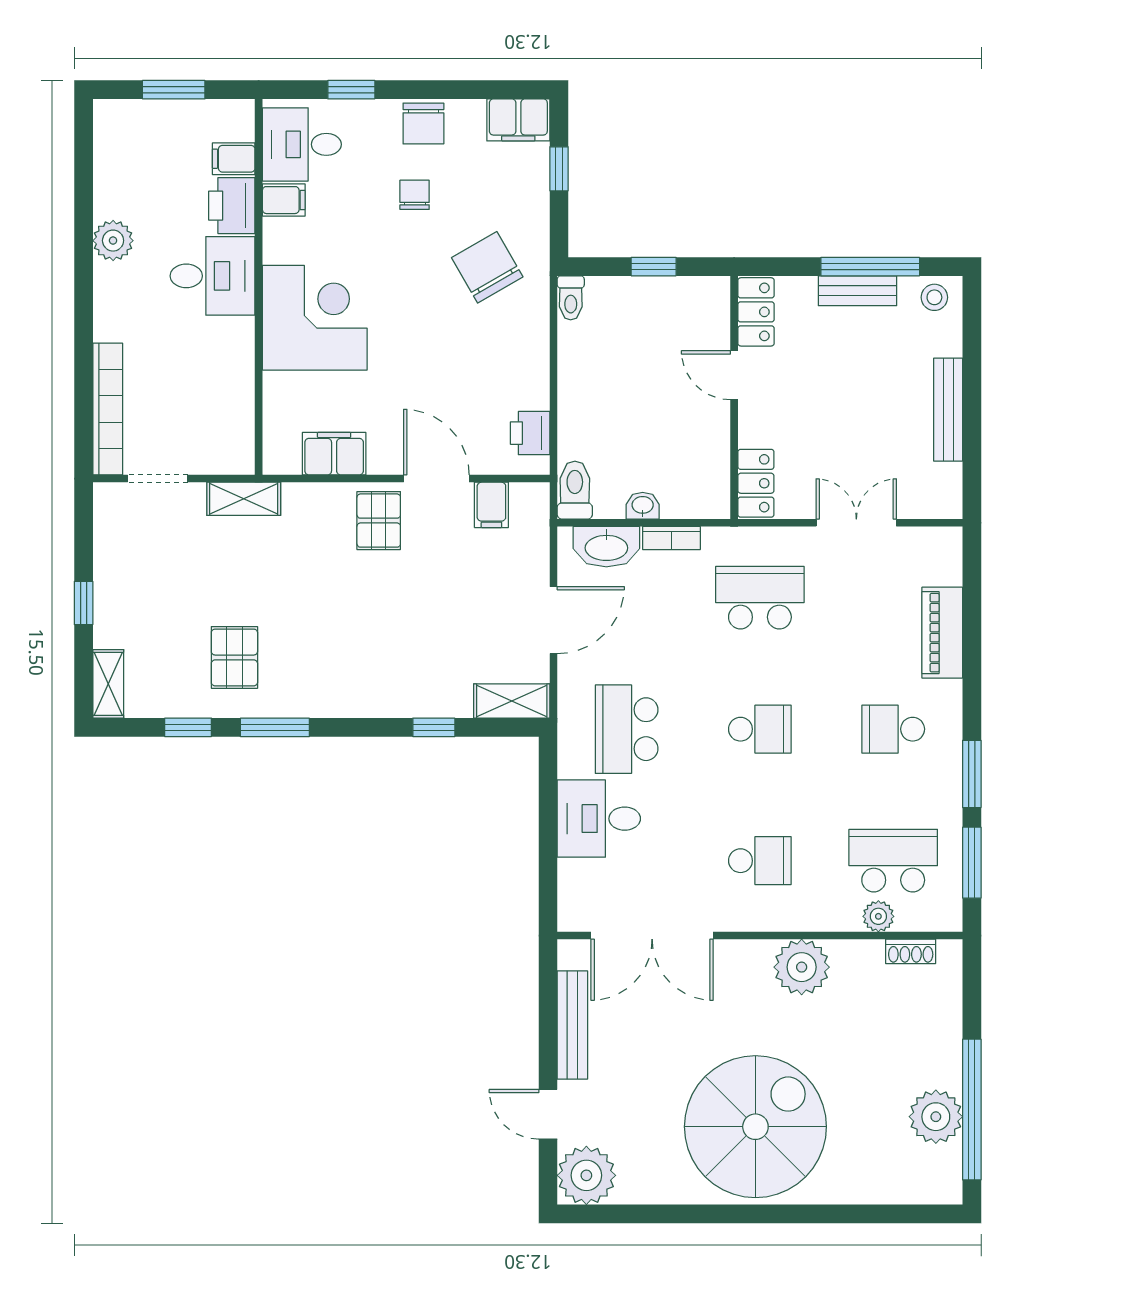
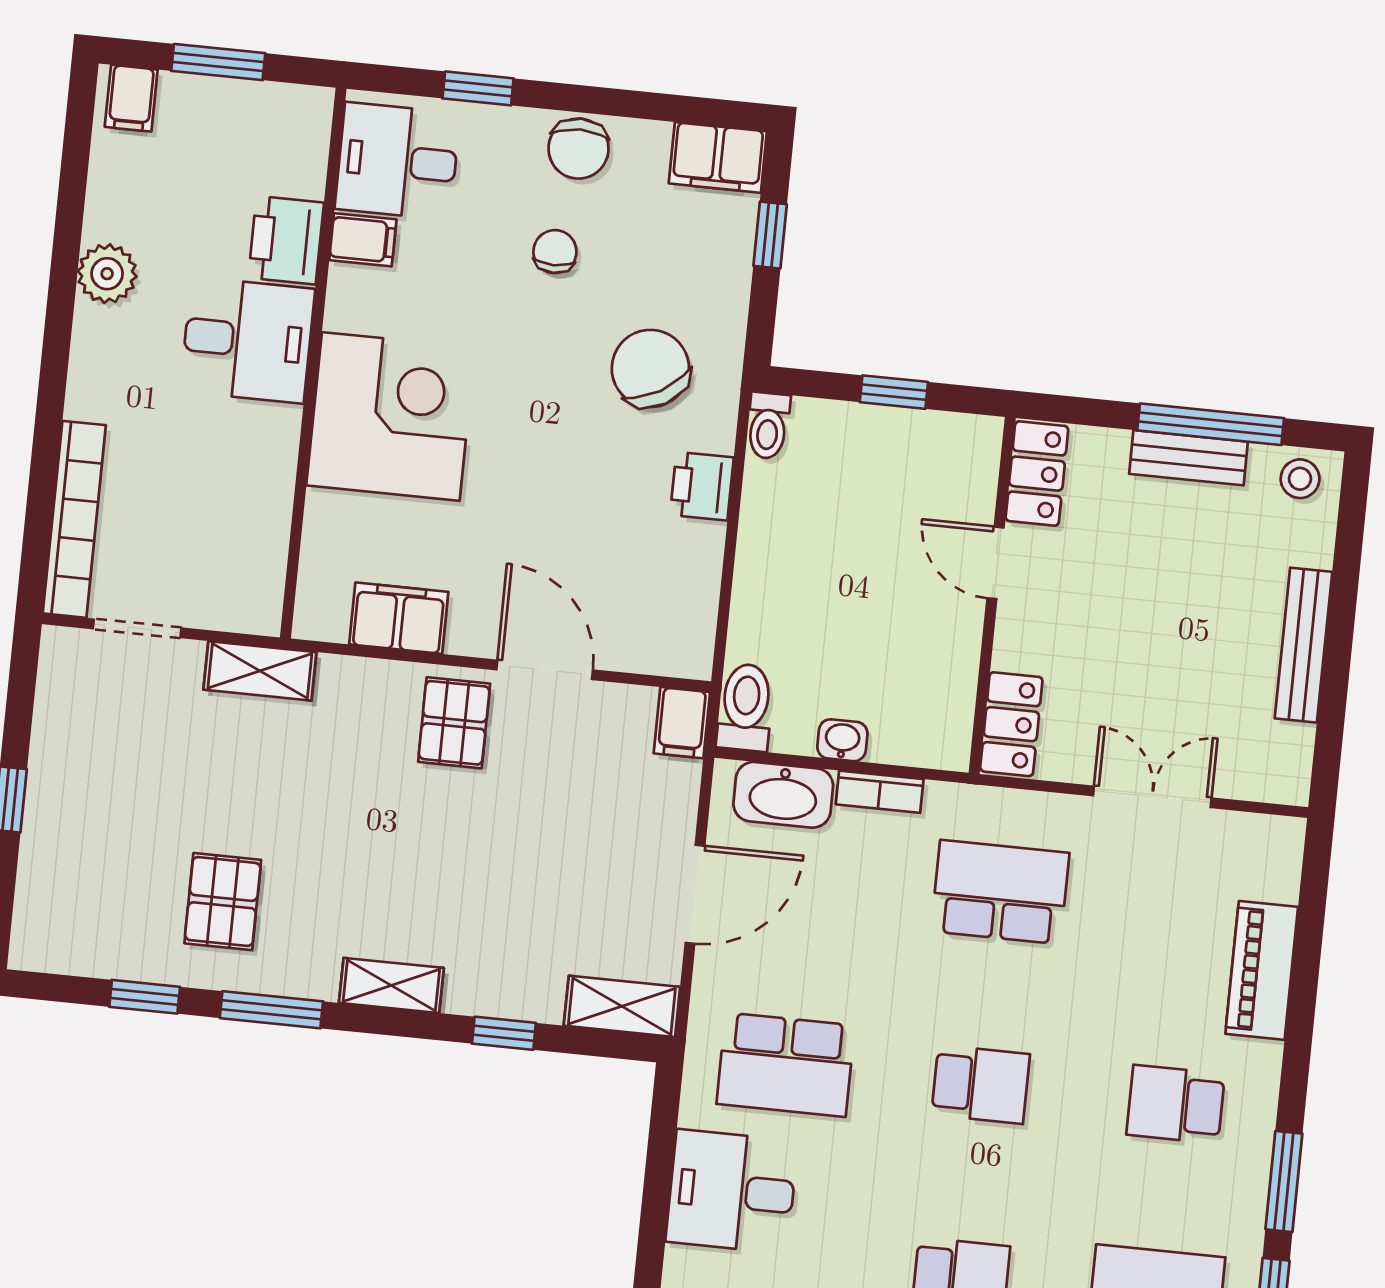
filing cabinet: (234, 159) -> (131, 98), moved, turned -90
printer: (530, 433) -> (702, 486), moved
filing cabinet: (491, 505) -> (682, 723), moved
shelving: (108, 684) -> (391, 985), moved, turned 90
school desk: (627, 729) -> (786, 1065), turned -90

